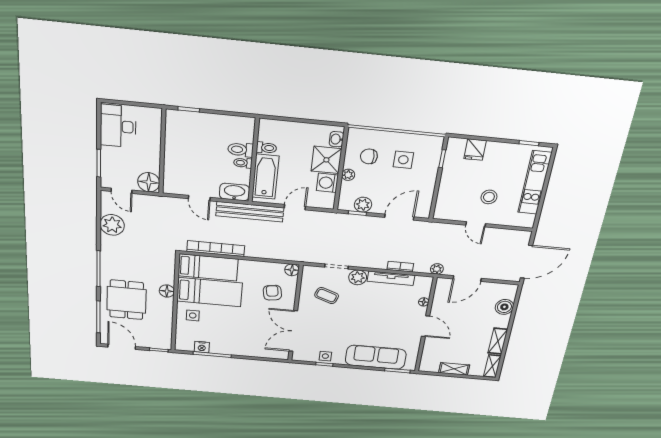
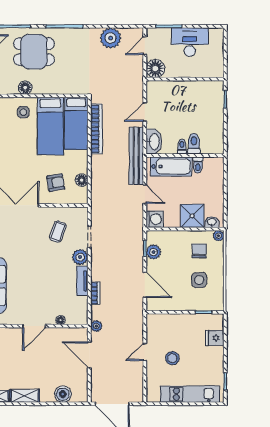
desk: (118, 126) -> (190, 42), moved
plant: (348, 175) -> (219, 236), moved
washing machine: (327, 183) -> (155, 219), moved, turned 90
floor lamp: (292, 270) -> (82, 180), moved
tv unit: (391, 278) -> (82, 281), width x0.71
floor lamp: (167, 291) -> (25, 88), moved

